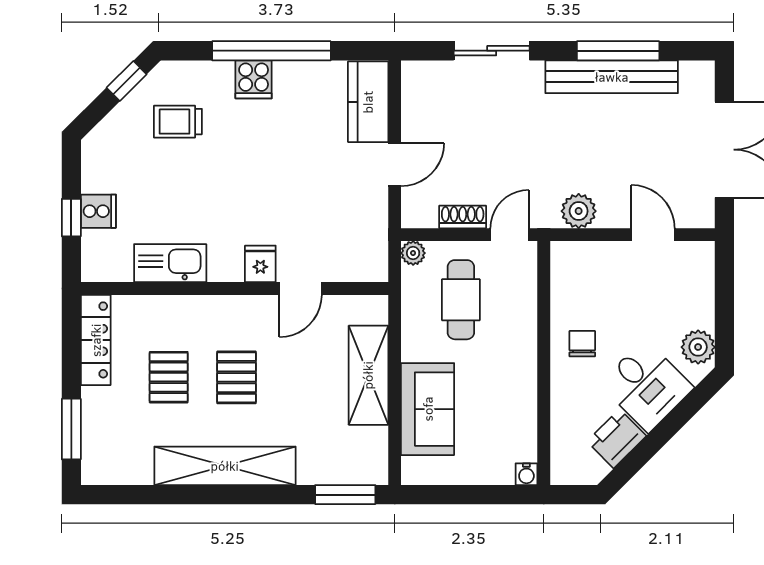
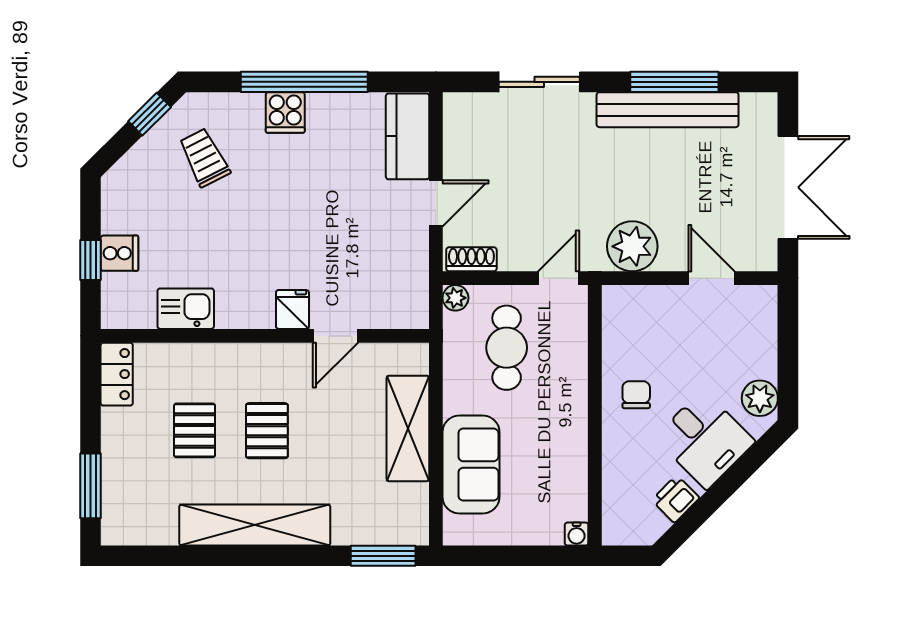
trolley: (178, 122) -> (204, 158), turned 63
plant: (579, 211) -> (632, 246), width x1.36, depth x1.36
shoe rack: (463, 217) -> (471, 259), moved
kitchen sink: (170, 263) -> (186, 309), width x0.73
locker: (96, 340) -> (117, 374), width x0.66
printer: (617, 439) -> (676, 499), width x0.73, depth x0.81

